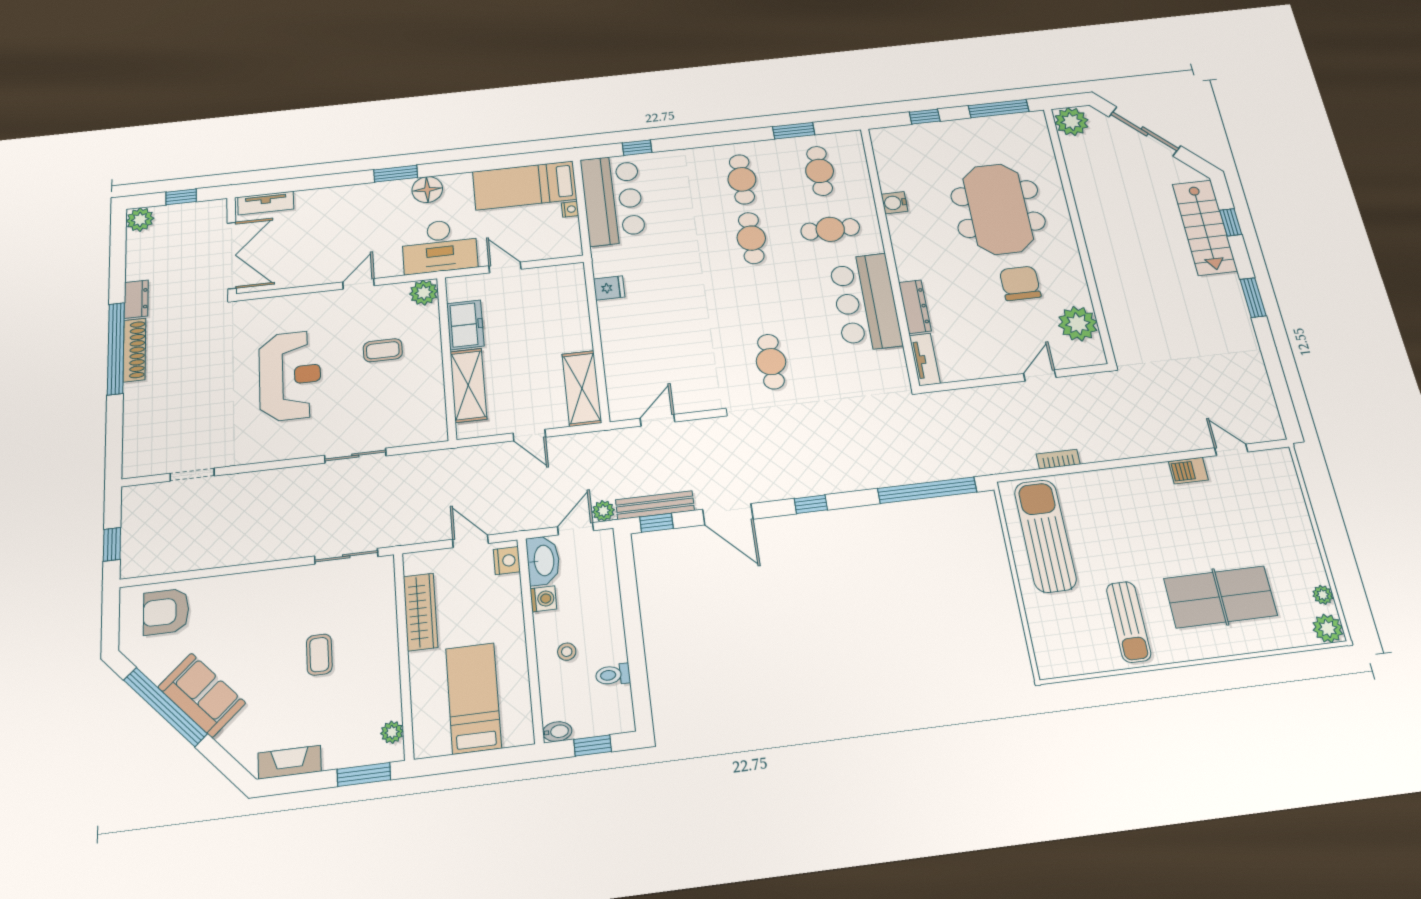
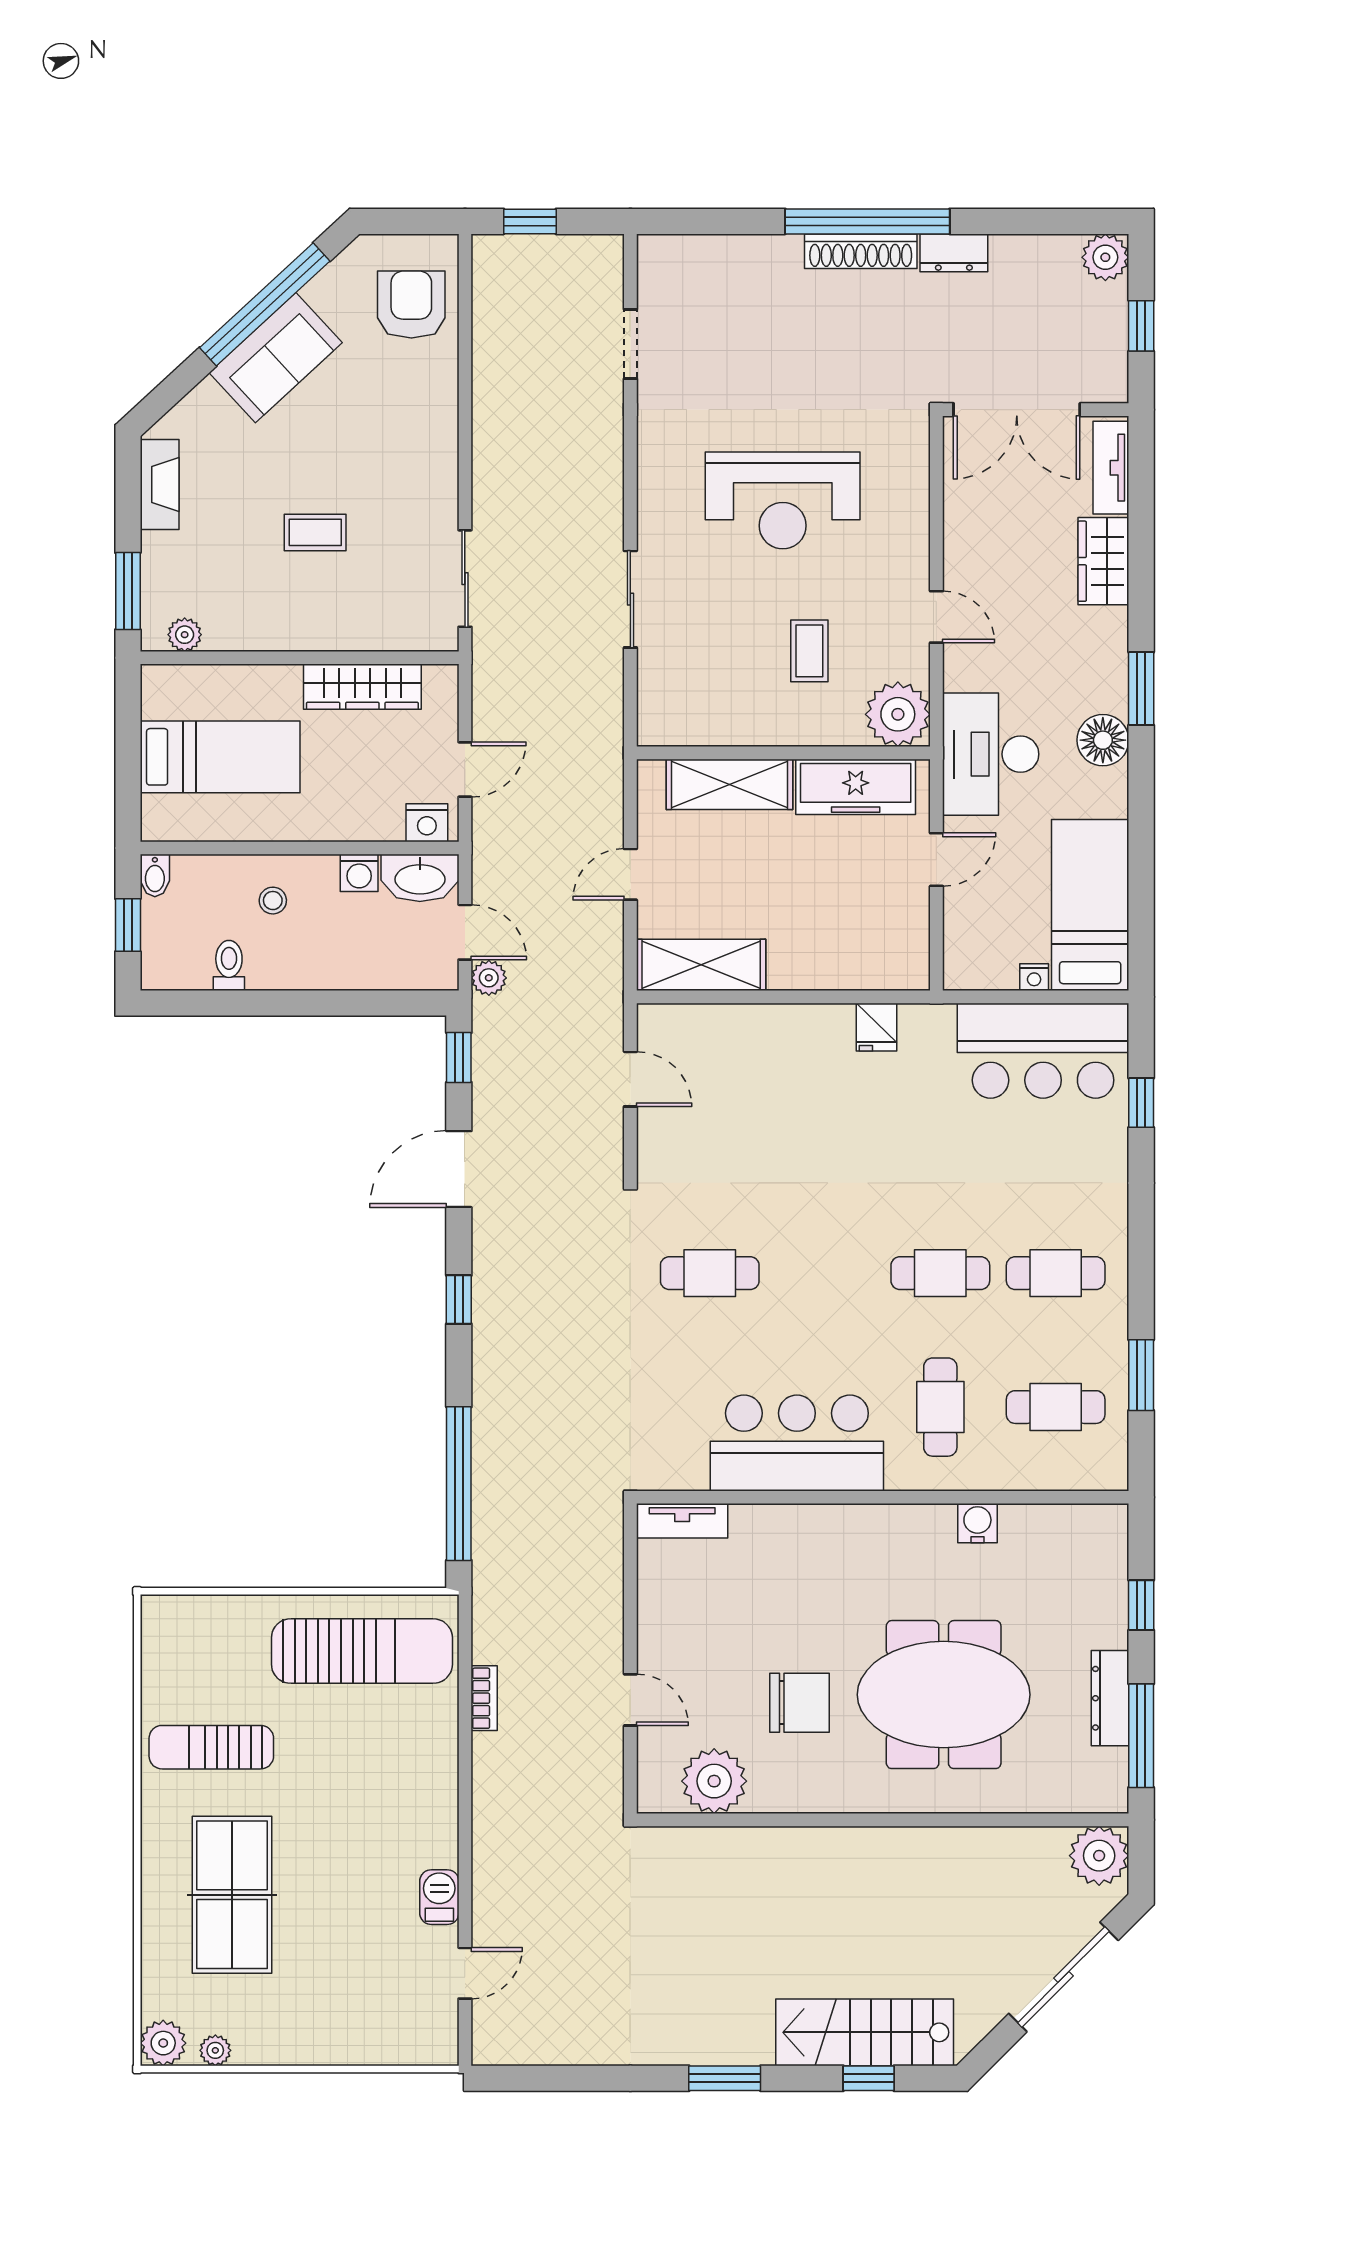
wardrobe: (321, 201) -> (1103, 561), added
plant: (424, 293) -> (898, 714), width x1.36, depth x1.36
dresser: (915, 307) -> (1110, 1698), moved, turned 90
freezer: (465, 325) -> (856, 787), width x1.40
bench: (655, 505) -> (488, 1059), removed

